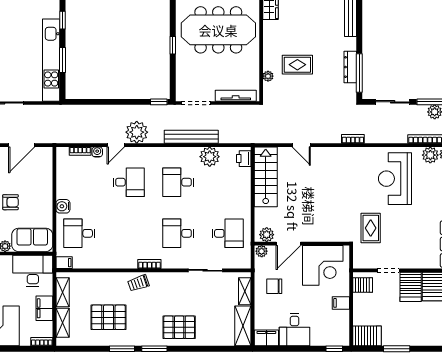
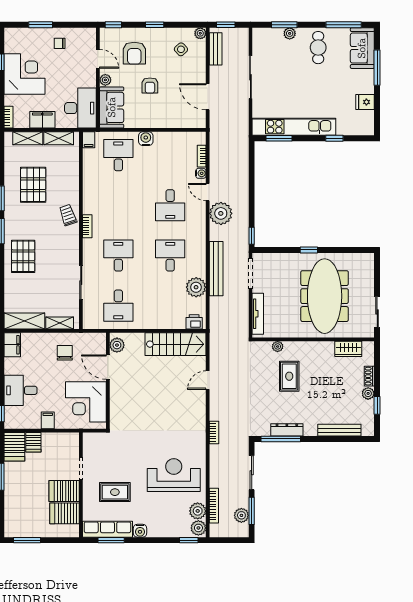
window: (62, 60) -> (279, 138), moved
rug: (371, 228) -> (115, 492), moved
plant: (262, 251) -> (100, 340), removed
server rack: (363, 285) -> (33, 442), moved
desk: (294, 330) -> (21, 390), moved

